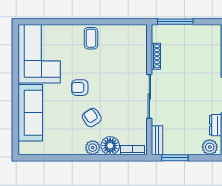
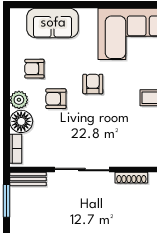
sofa: (30, 113) -> (53, 23), width x0.73
armchair: (92, 118) -> (56, 99), turned -147
armchair: (67, 135) -> (34, 69), added

